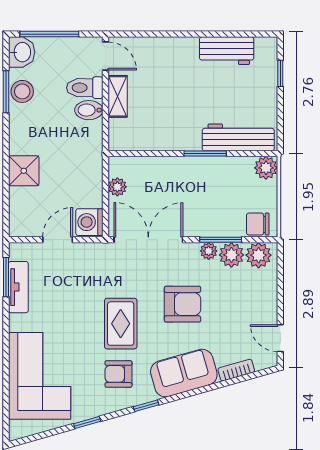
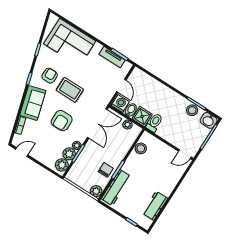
toilet: (85, 88) -> (154, 123), moved
shelving: (118, 96) -> (165, 149), removed
bidet: (89, 110) -> (131, 110), moved
stool: (144, 138) -> (141, 148), added
shower: (24, 171) -> (142, 117), moved
chair: (258, 224) -> (106, 170), moved

